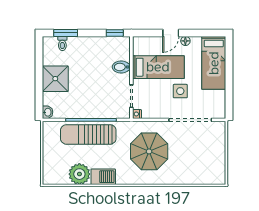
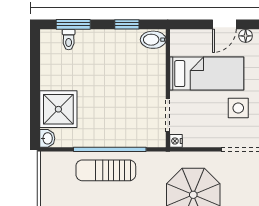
window: (115, 33) -> (127, 24), moved
bidet: (121, 67) -> (153, 40), moved
shower: (55, 79) -> (58, 109), moved
sun lounger: (88, 134) -> (106, 170), width x0.73, depth x0.75

